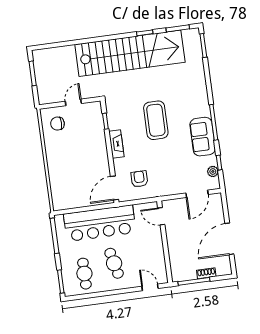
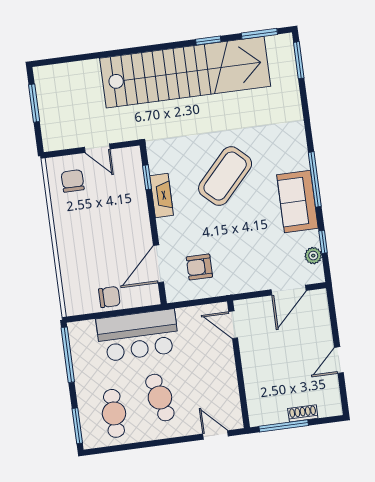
door: (73, 102) -> (97, 148), swing flipped
coffee table: (156, 120) -> (225, 176), turned 43
chair: (57, 124) -> (73, 181), turned 90
fireplace: (116, 144) -> (162, 196), moved
armchair: (139, 179) -> (199, 267), turned -90
door: (114, 188) -> (159, 264), moved
chair: (81, 198) -> (109, 297), added
bar counter: (100, 223) -> (138, 335), width x0.73
door: (229, 239) -> (339, 360), width x0.53

